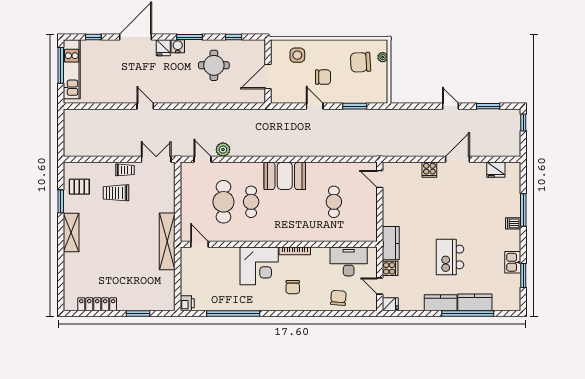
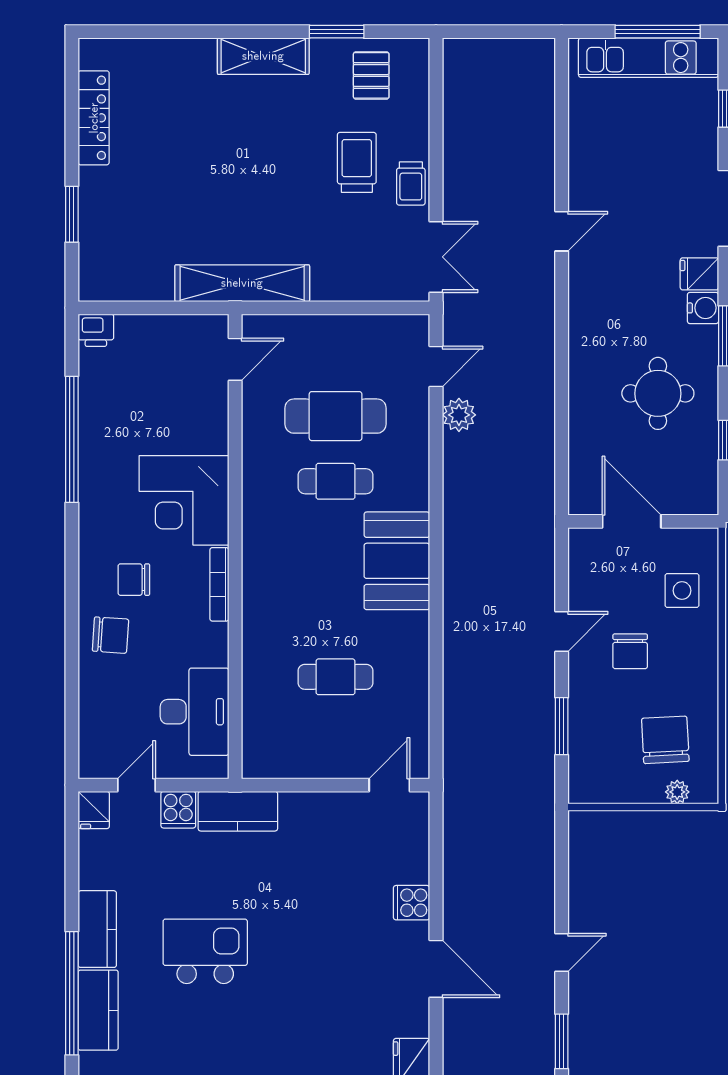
chair: (338, 298) -> (111, 635), moved

